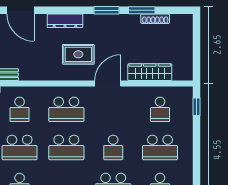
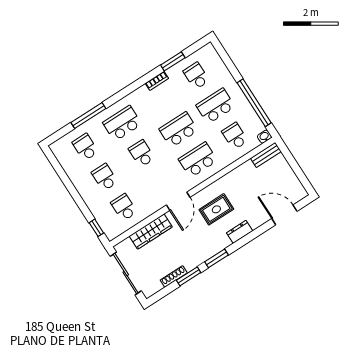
dresser: (65, 21) -> (240, 232), width x0.70
sliding door: (196, 49) -> (126, 274), added
school desk: (160, 147) -> (105, 177), width x0.54

